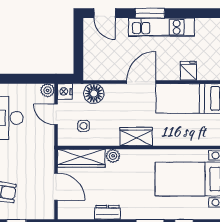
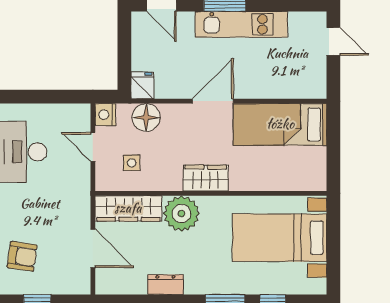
fridge: (188, 71) -> (142, 86), moved
plant: (48, 90) -> (81, 113), removed
plant: (113, 156) -> (181, 214), width x1.88, depth x1.88

